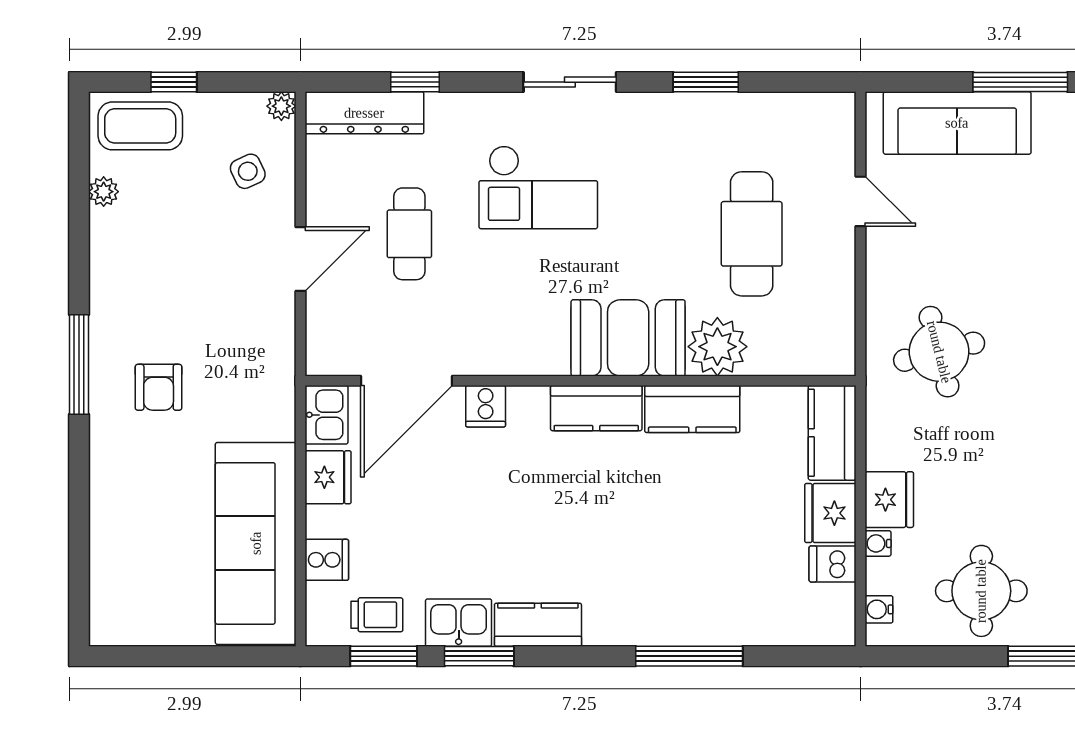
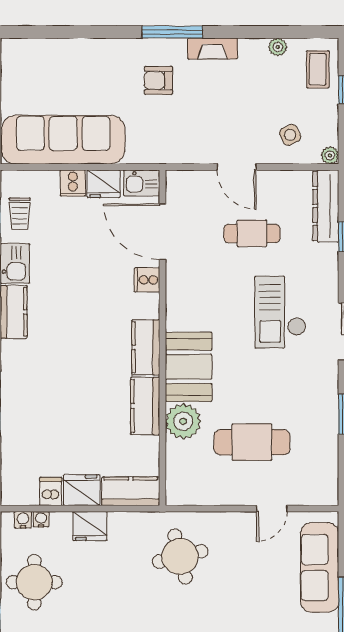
coffee table: (140, 126) -> (318, 69), width x0.73, depth x0.77
fireplace: (106, 299) -> (213, 48), added
water cooler: (878, 543) -> (41, 519), moved
cooker: (327, 560) -> (73, 183), moved

